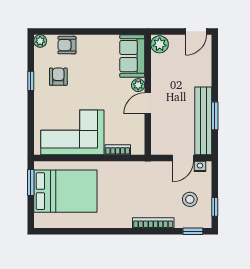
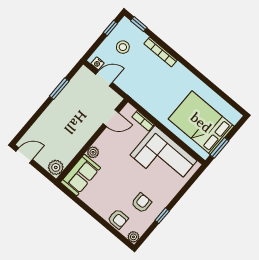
armchair: (58, 77) -> (141, 203), turned 180
door: (148, 103) -> (111, 118), moved
bench: (203, 121) -> (70, 92), removed

